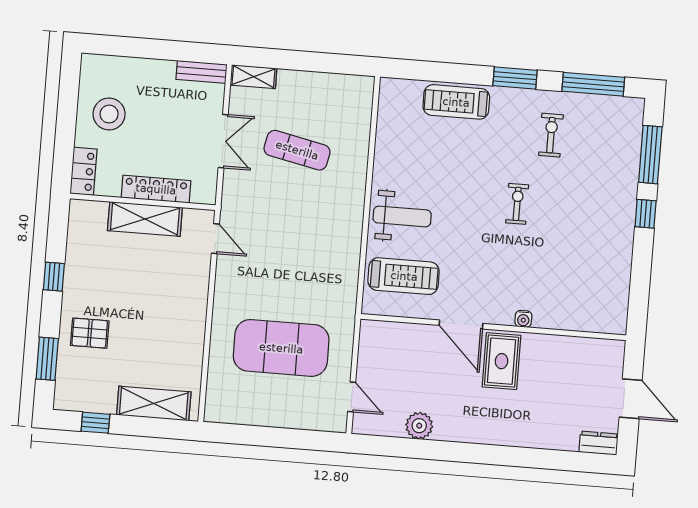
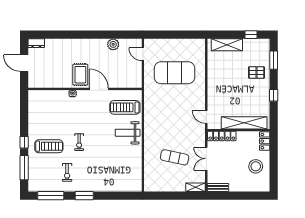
treadmill: (456, 102) -> (49, 146), moved
locker: (156, 189) -> (222, 136), moved
shelving: (145, 219) -> (244, 123), width x1.47

